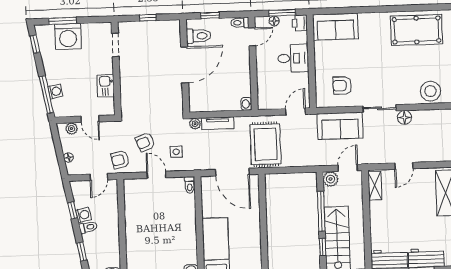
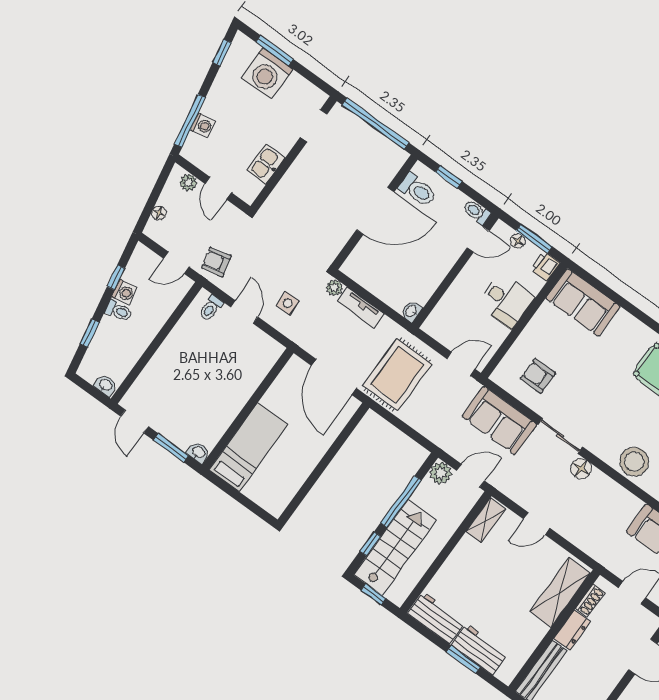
window: (148, 18) -> (375, 124), width x3.17
armchair: (145, 142) -> (261, 264), removed
toilet: (190, 185) -> (211, 308), moved

